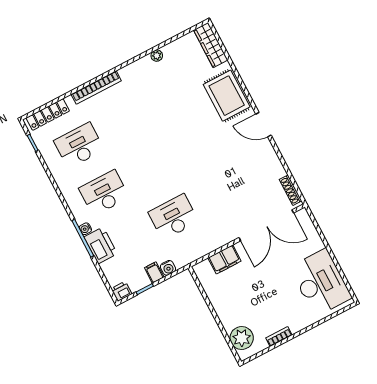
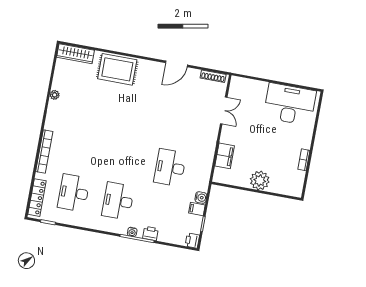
door: (263, 125) -> (177, 64), moved
double door: (266, 225) -> (224, 110), width x0.54
printer: (101, 245) -> (151, 233), width x0.53, depth x0.68
plant: (242, 338) -> (260, 180), moved

